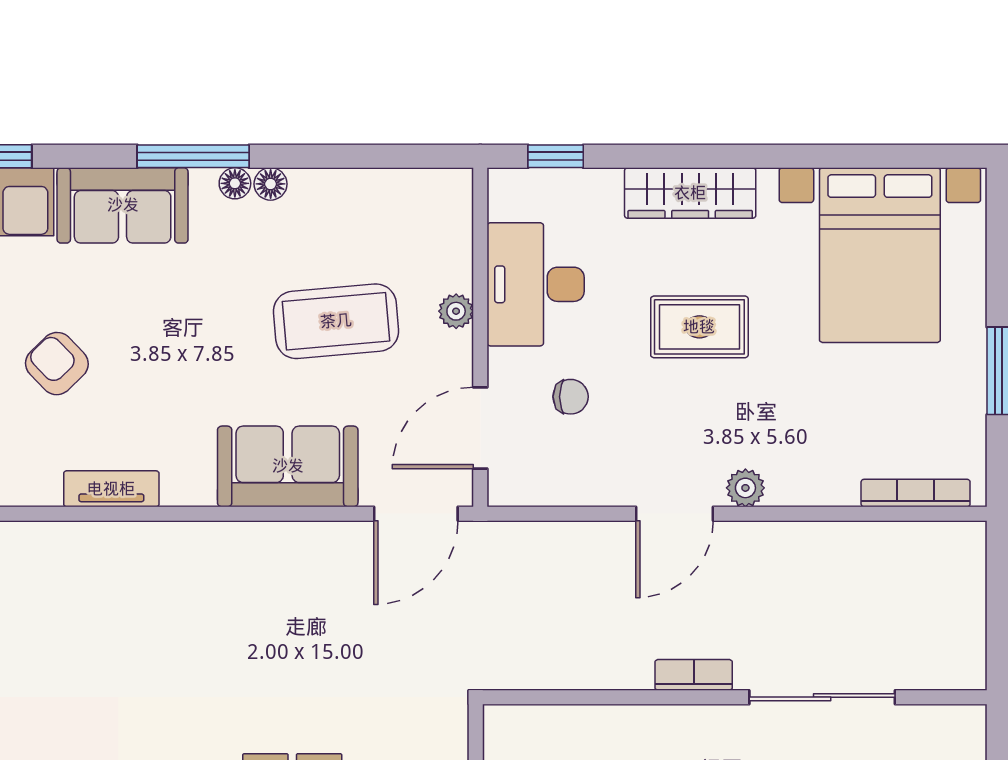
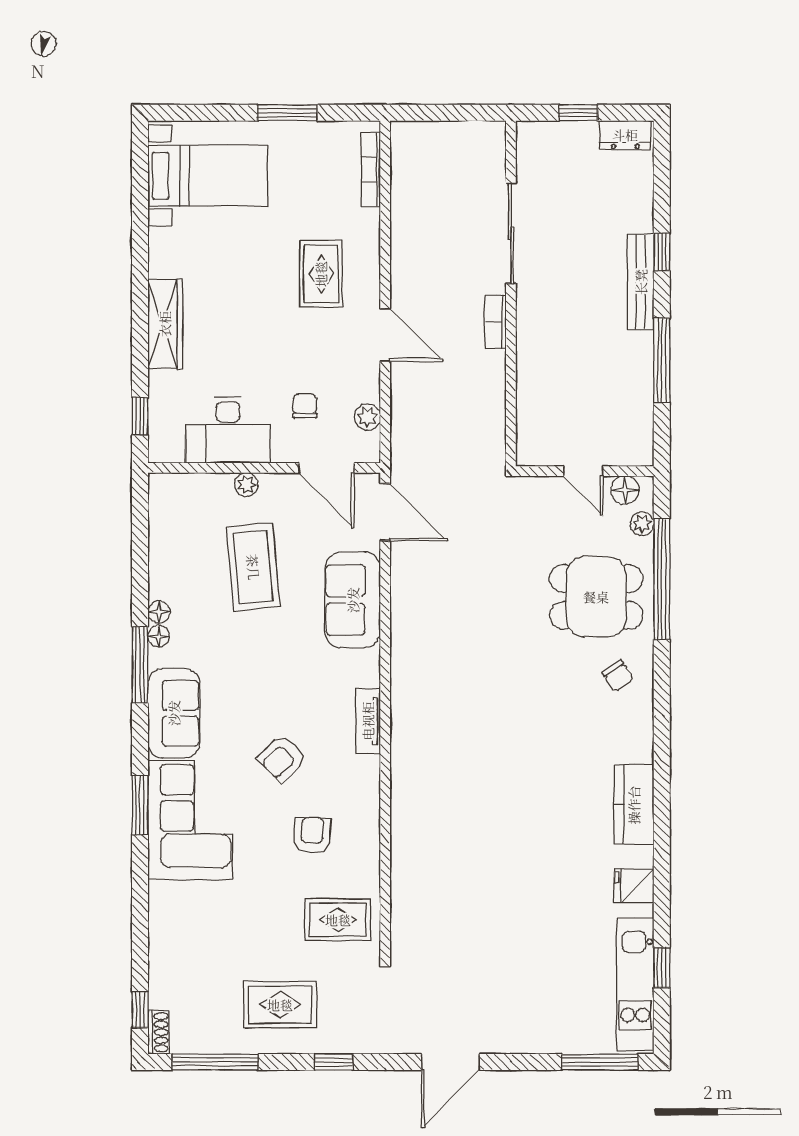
bed with nightstands: (880, 255) -> (208, 176), width x0.73
rug: (699, 327) -> (321, 274), moved
plant: (745, 488) -> (367, 417), moved

